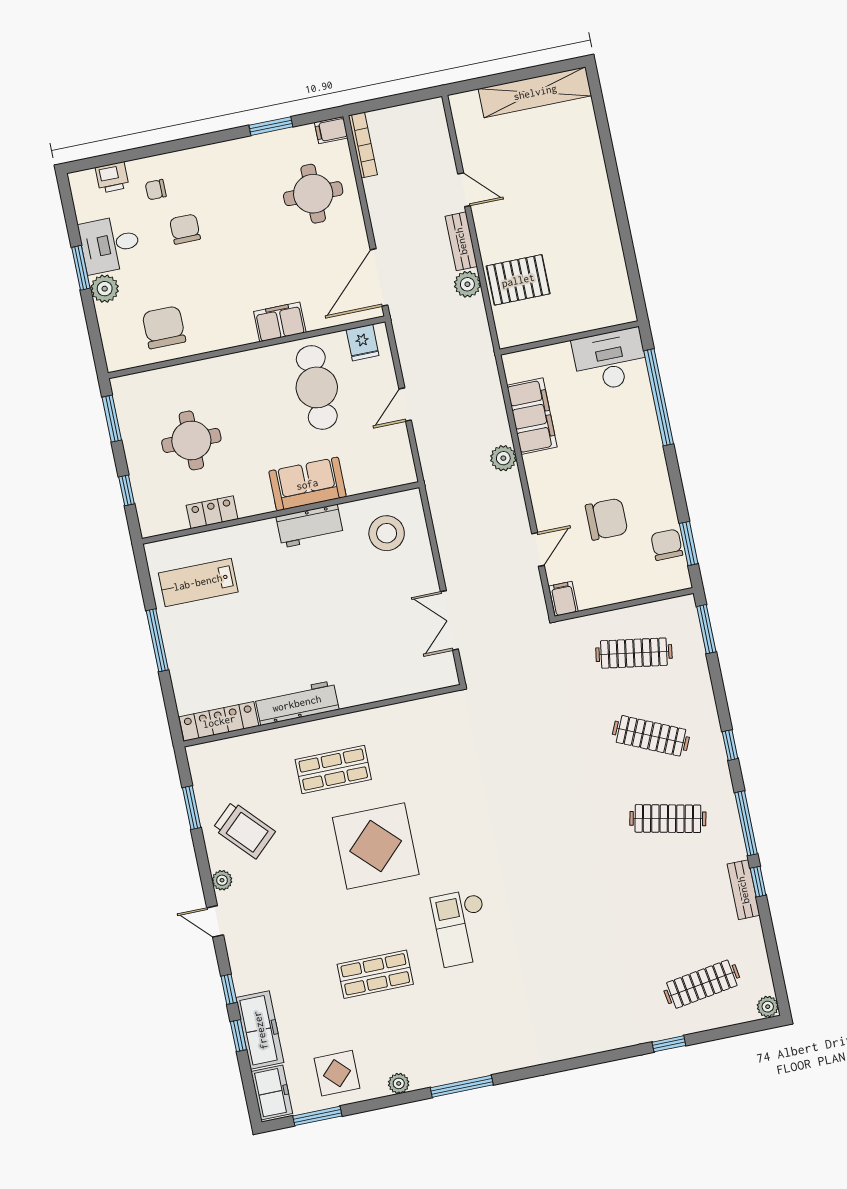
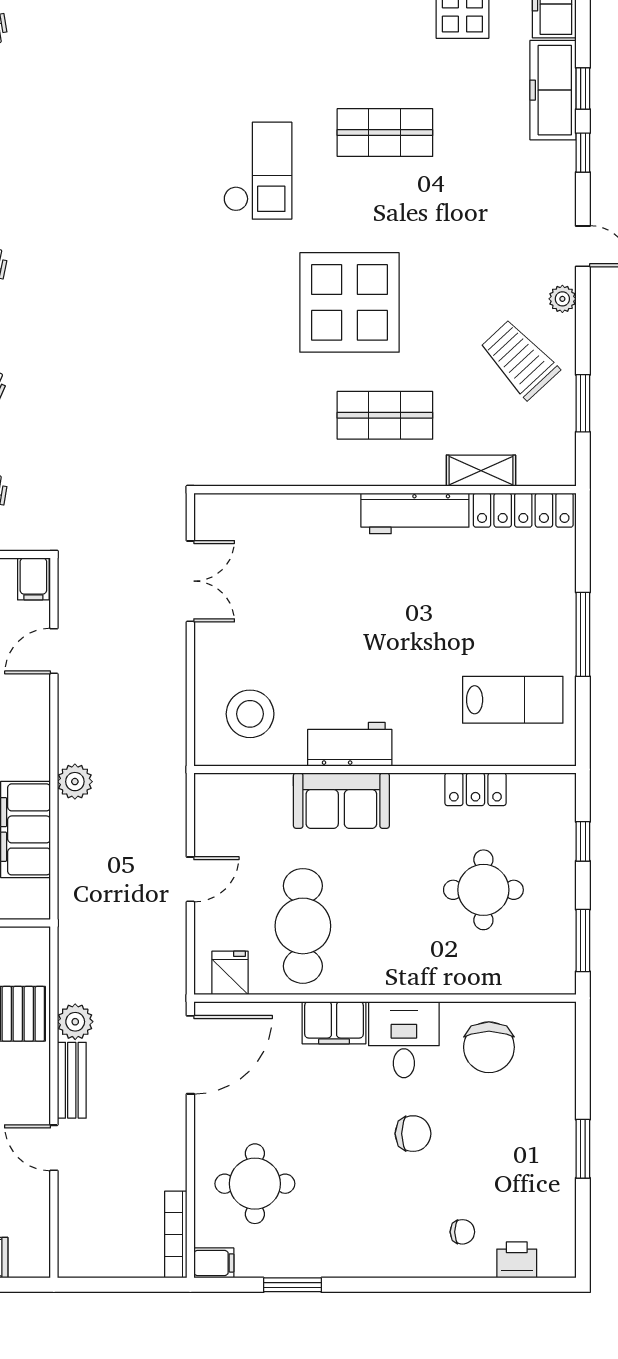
chair: (185, 229) -> (413, 1134), moved, turned -90
desk: (110, 244) -> (404, 1040), moved, turned -90
plant: (105, 289) -> (557, 1115), removed
shelving: (255, 744) -> (481, 471), added

